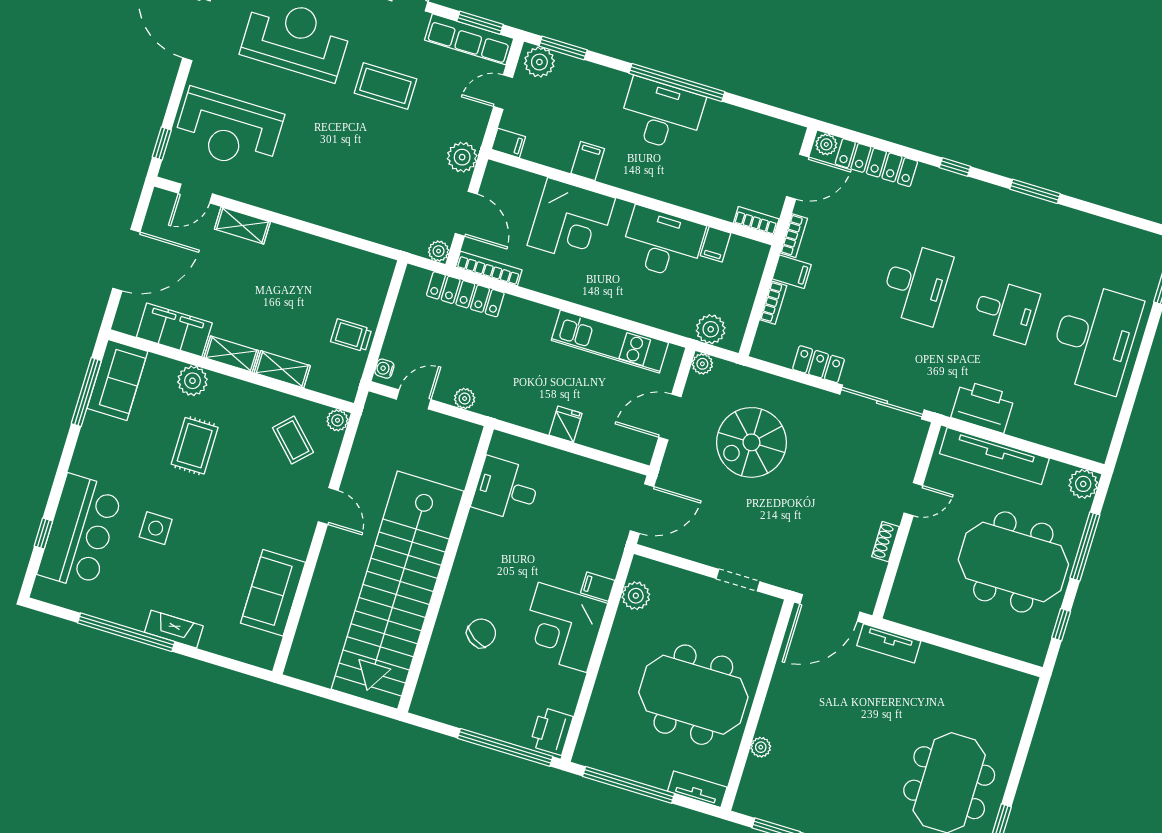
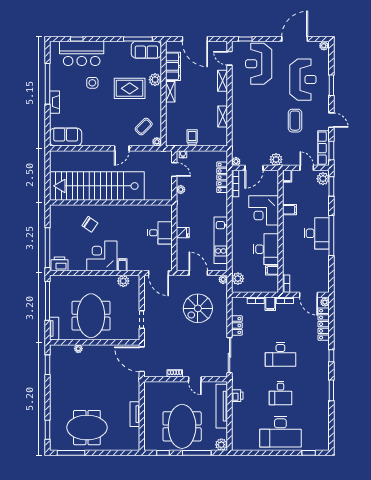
shelving: (282, 369) -> (223, 116), moved
printer: (983, 407) -> (237, 396), width x0.53, depth x0.68
spiral stairs: (751, 442) -> (198, 308), turned -90
rug: (195, 446) -> (130, 88), width x1.36, depth x1.43
desk: (506, 489) -> (160, 233), moved, turned 90
sofa: (273, 593) -> (66, 137), moved
tv unit: (889, 643) -> (135, 414), moved

